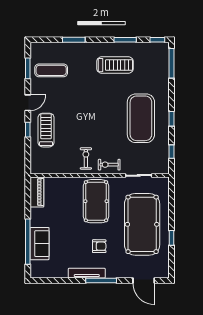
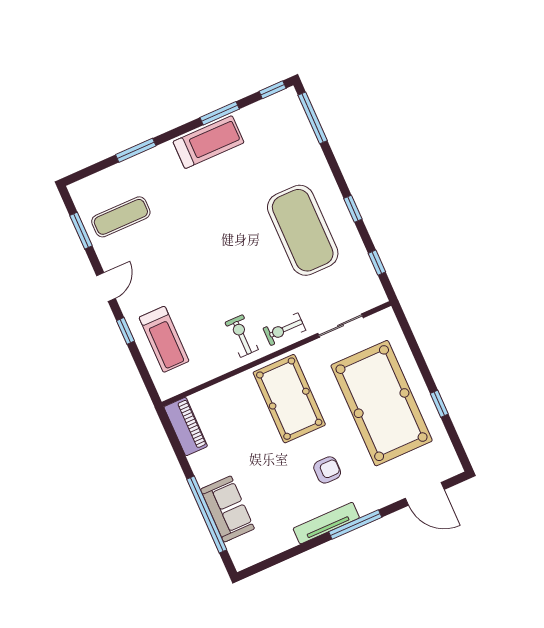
treadmill: (115, 65) -> (208, 142), moved
treadmill: (46, 130) -> (164, 339), moved, turned 180

